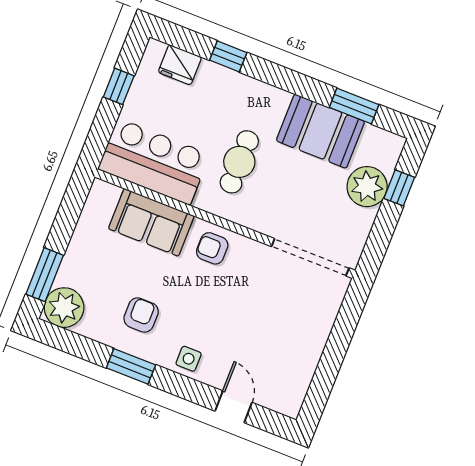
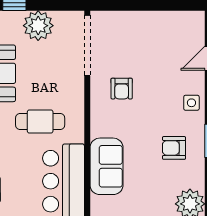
plant: (367, 187) -> (38, 26), moved
armchair: (212, 248) -> (122, 89), moved

